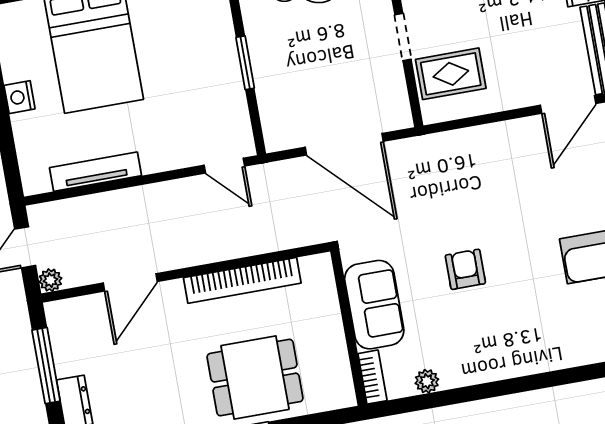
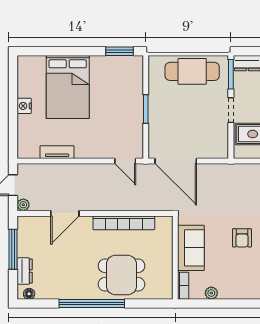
door: (344, 144) -> (176, 161), moved
tv unit: (96, 172) -> (57, 152), width x0.71
armchair: (465, 269) -> (242, 238), turned 180

